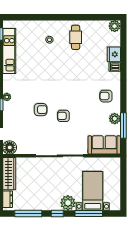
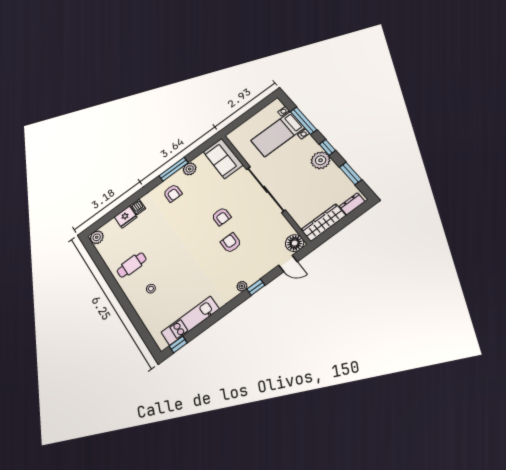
window: (123, 125) -> (174, 169), moved
plant: (68, 203) -> (321, 160), moved
window: (28, 213) -> (351, 173), width x0.69

